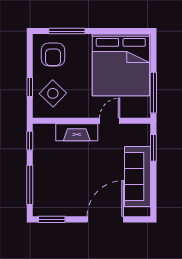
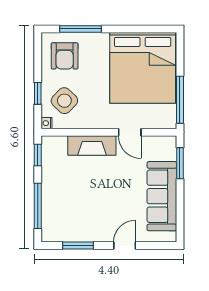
nightstand: (37, 113) -> (47, 123), added
door: (110, 121) -> (130, 132), swing flipped
window: (52, 219) -> (78, 246), moved
door: (105, 219) -> (125, 246), width x0.53

